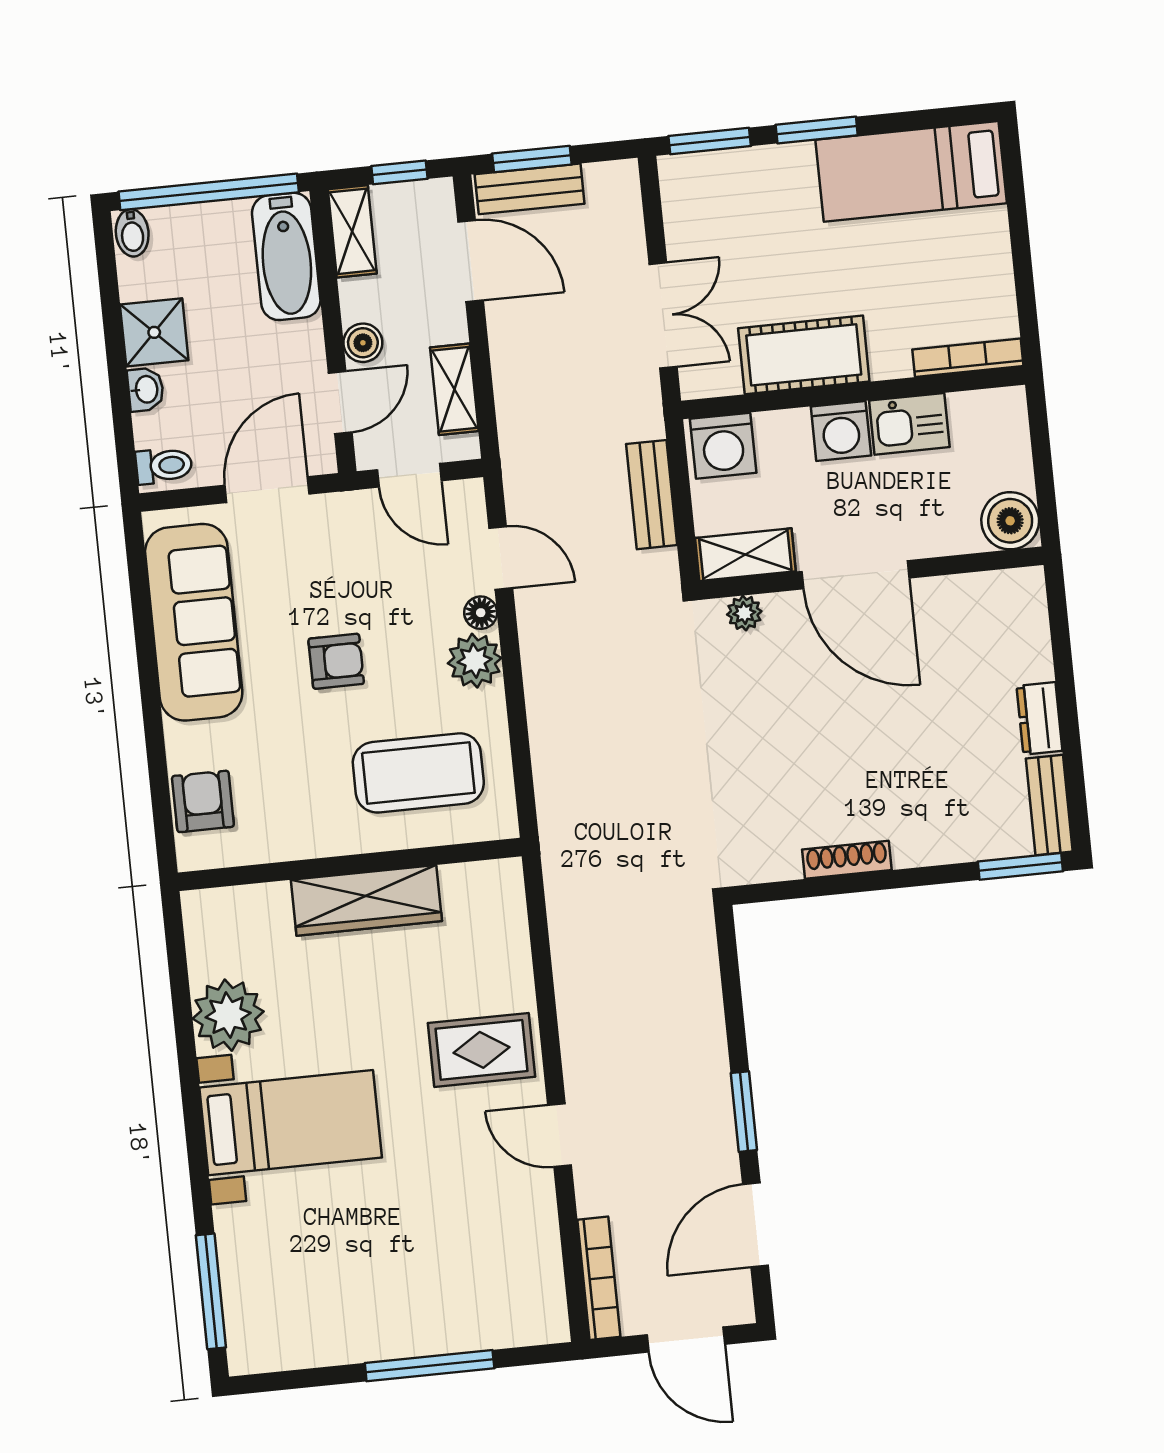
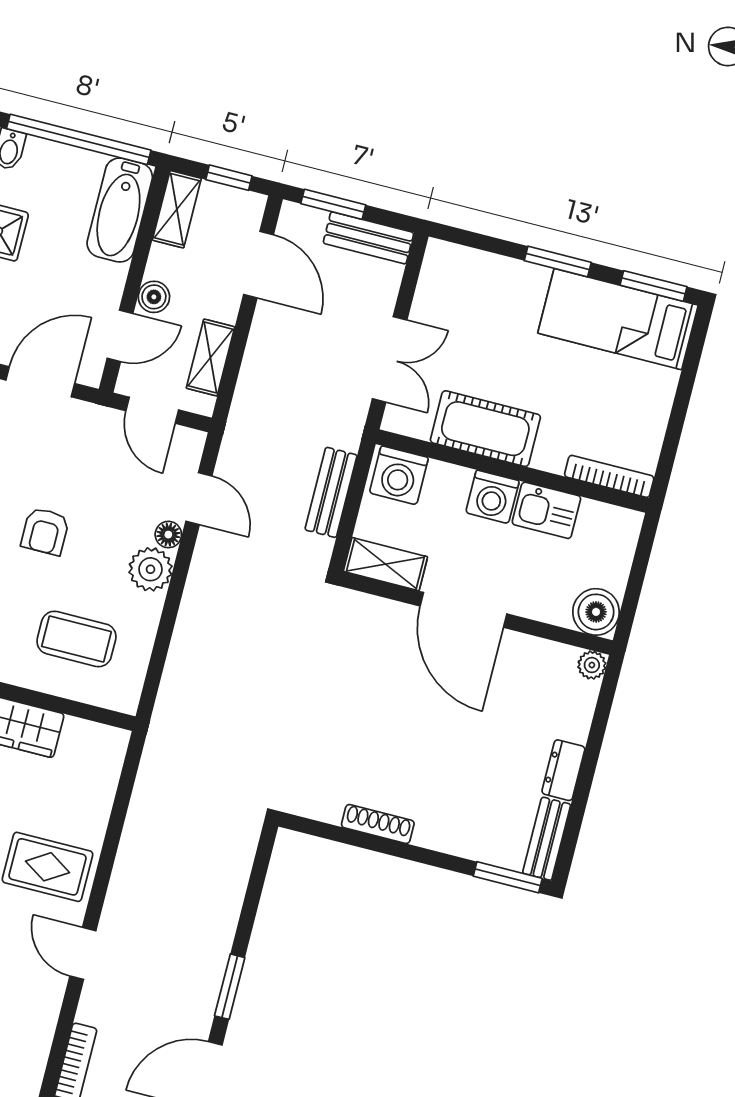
window: (710, 141) -> (654, 286), moved
bench: (530, 189) -> (368, 238), moved
plant: (744, 613) -> (592, 665), moved
armchair: (336, 661) -> (45, 531), turned 90
coffee table: (418, 773) -> (76, 639), width x0.73, depth x0.76

